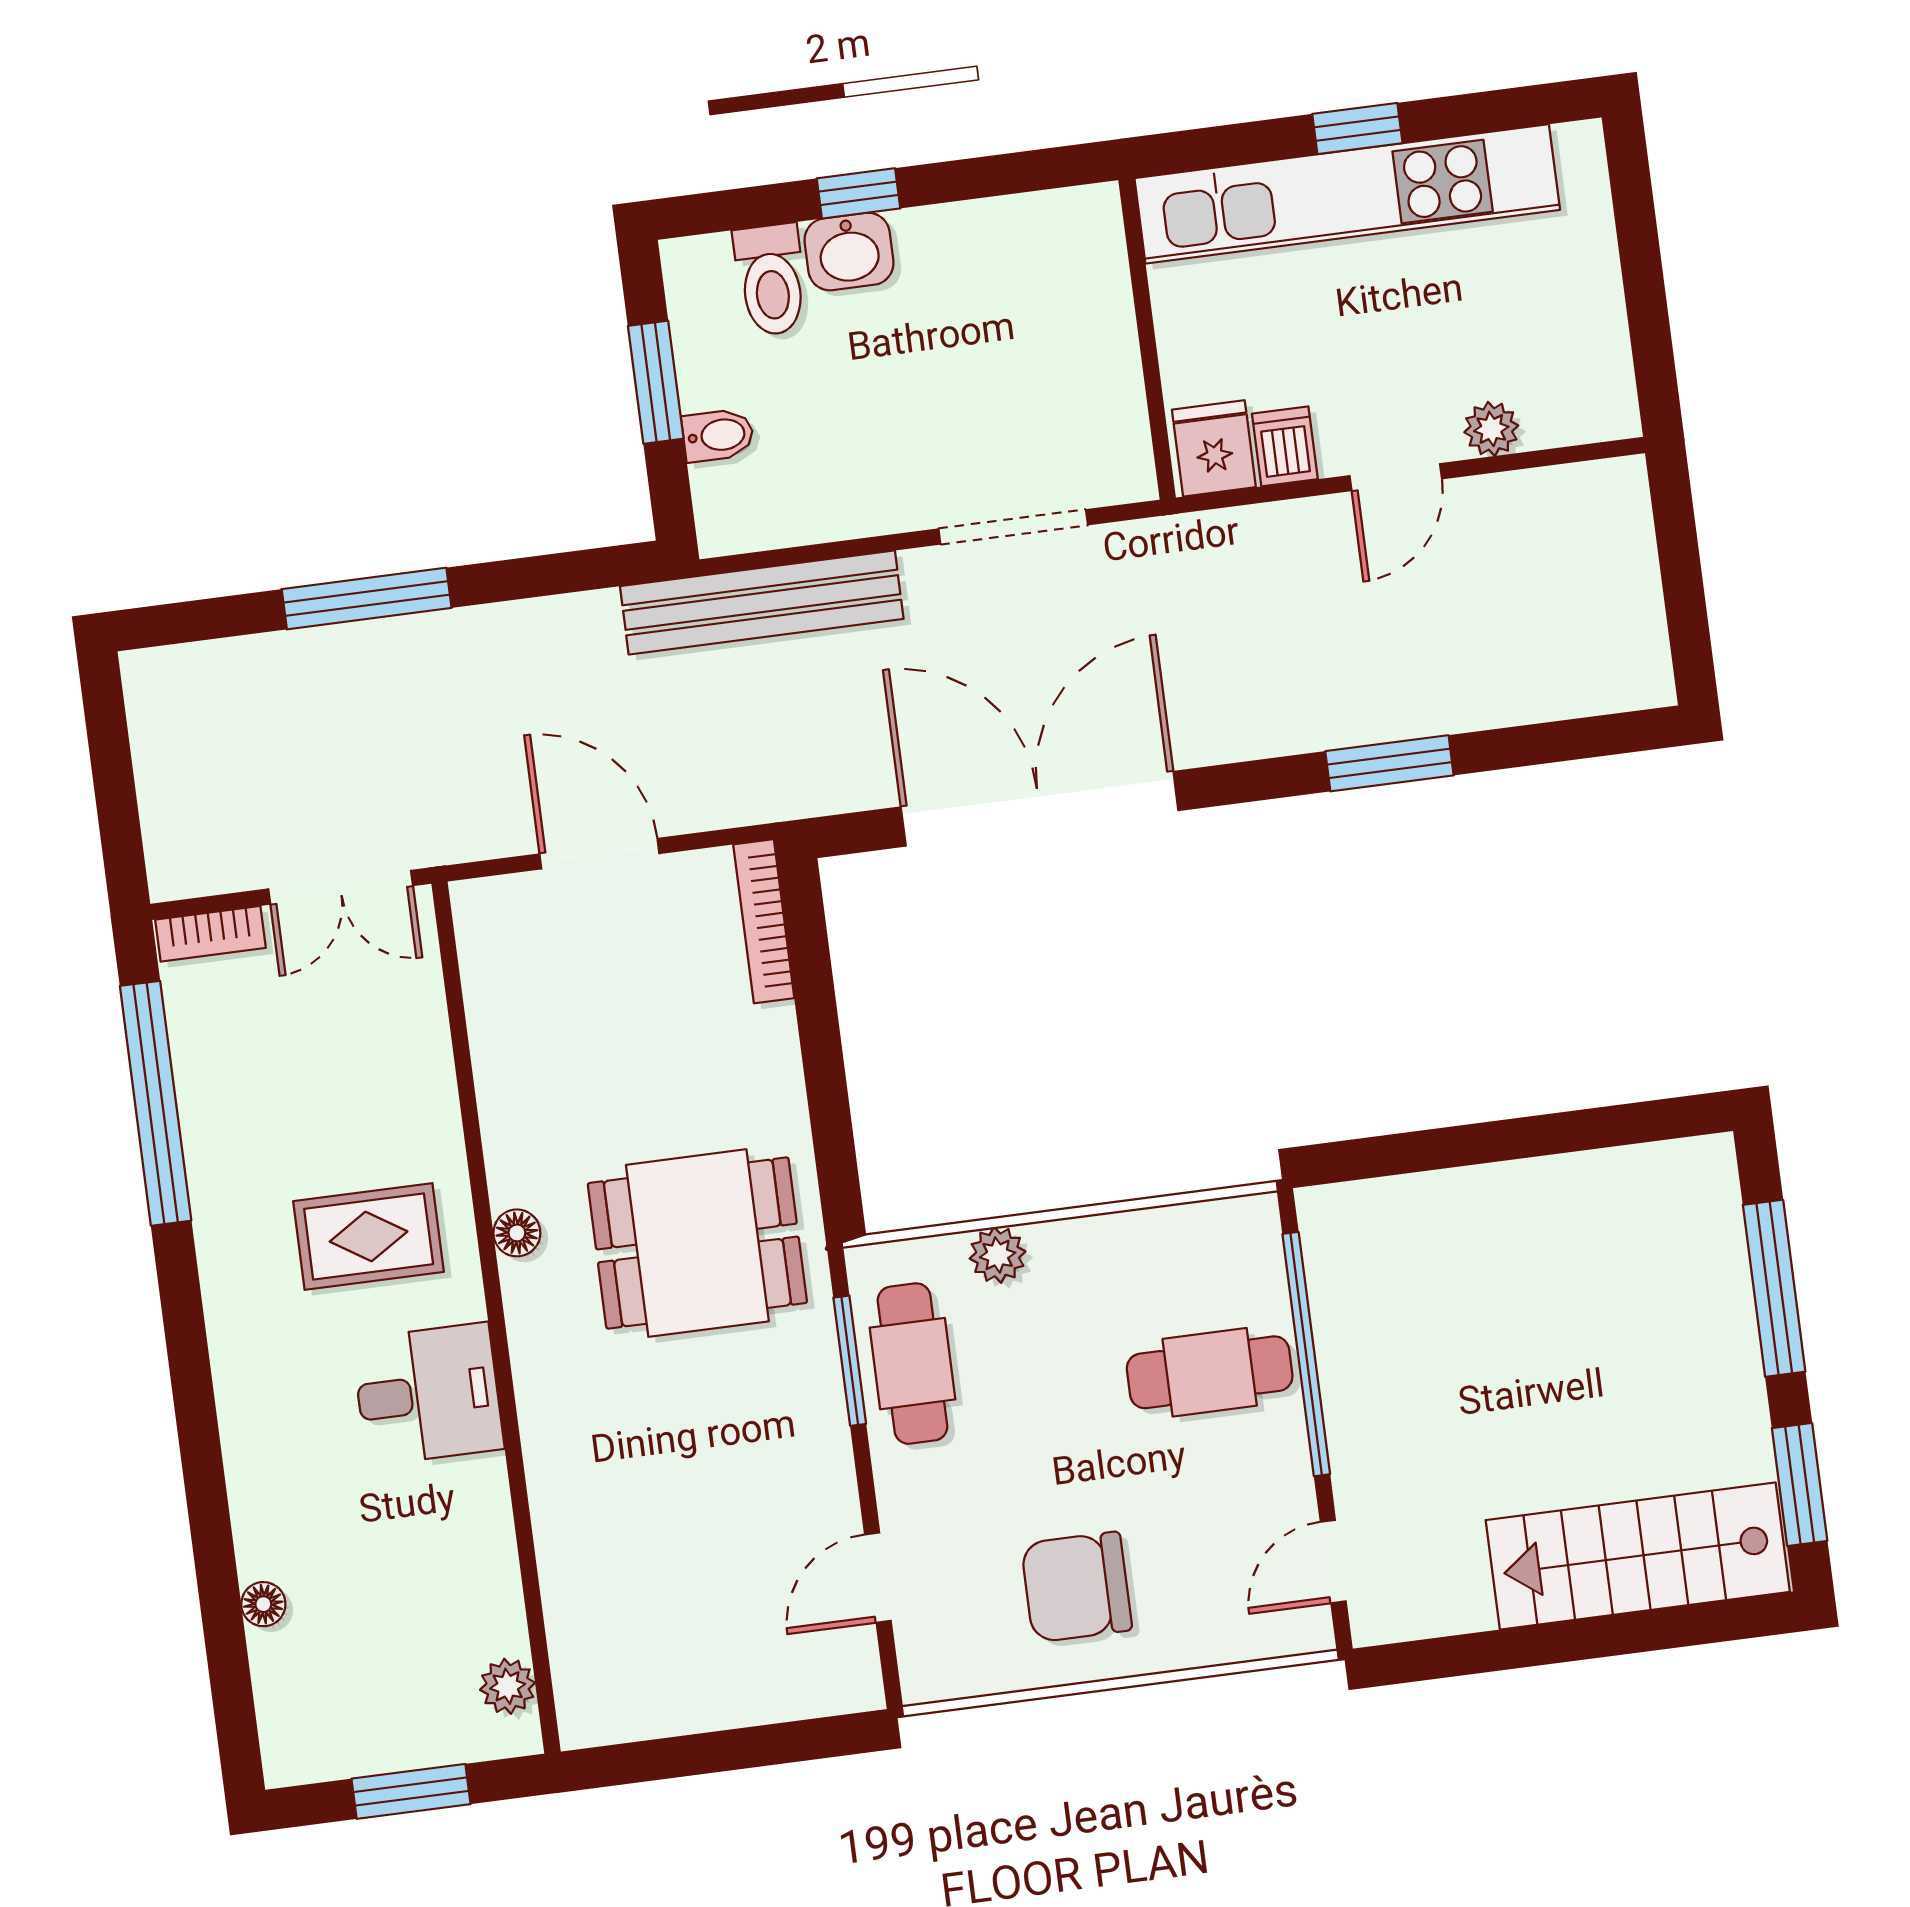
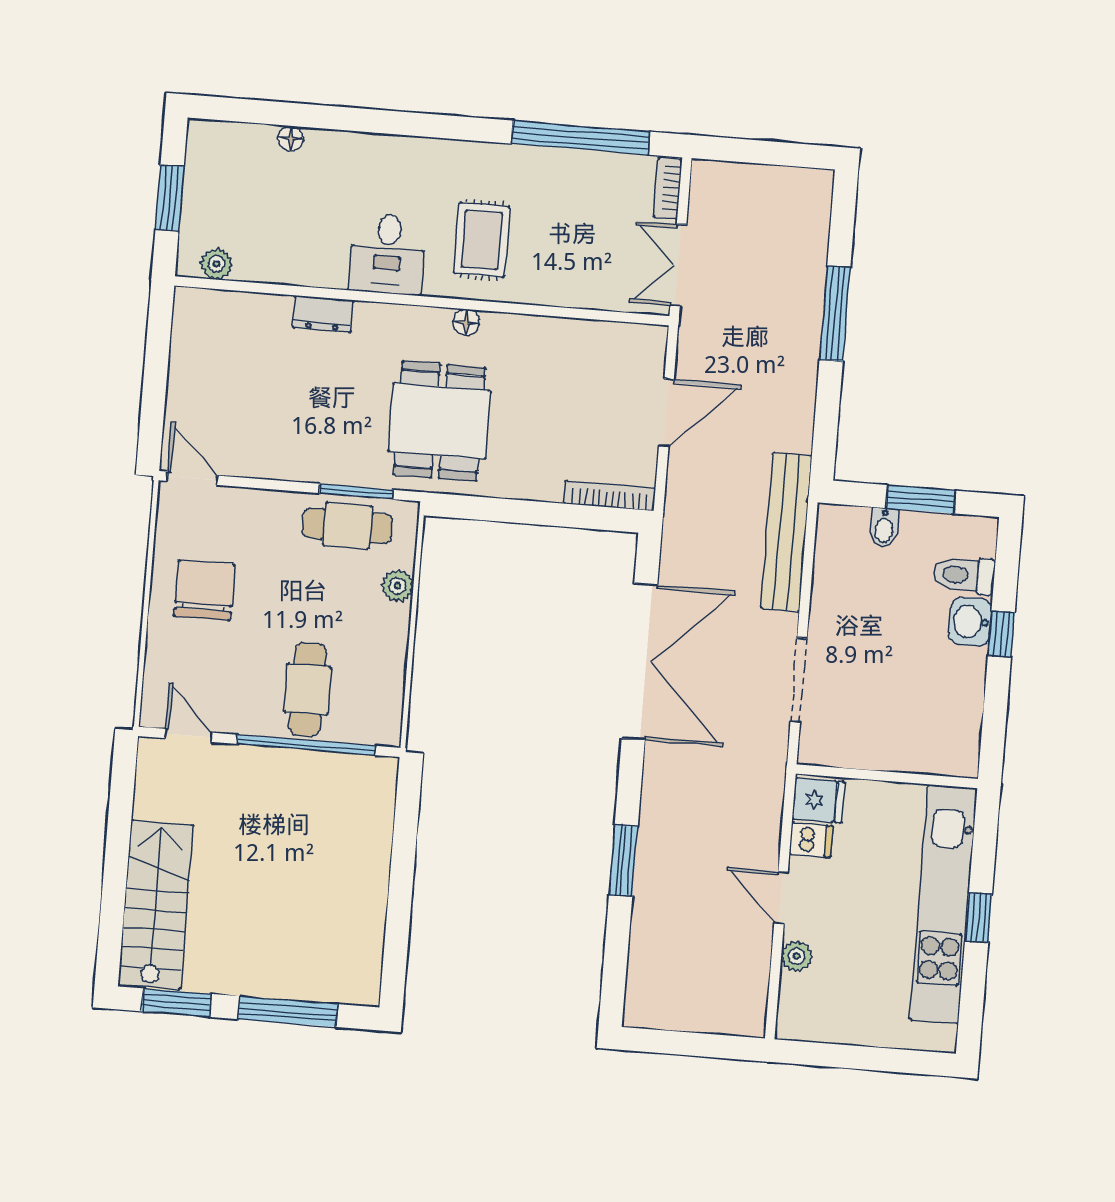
dresser: (555, 1484) -> (323, 314), added
door: (878, 1578) -> (192, 478), moved

